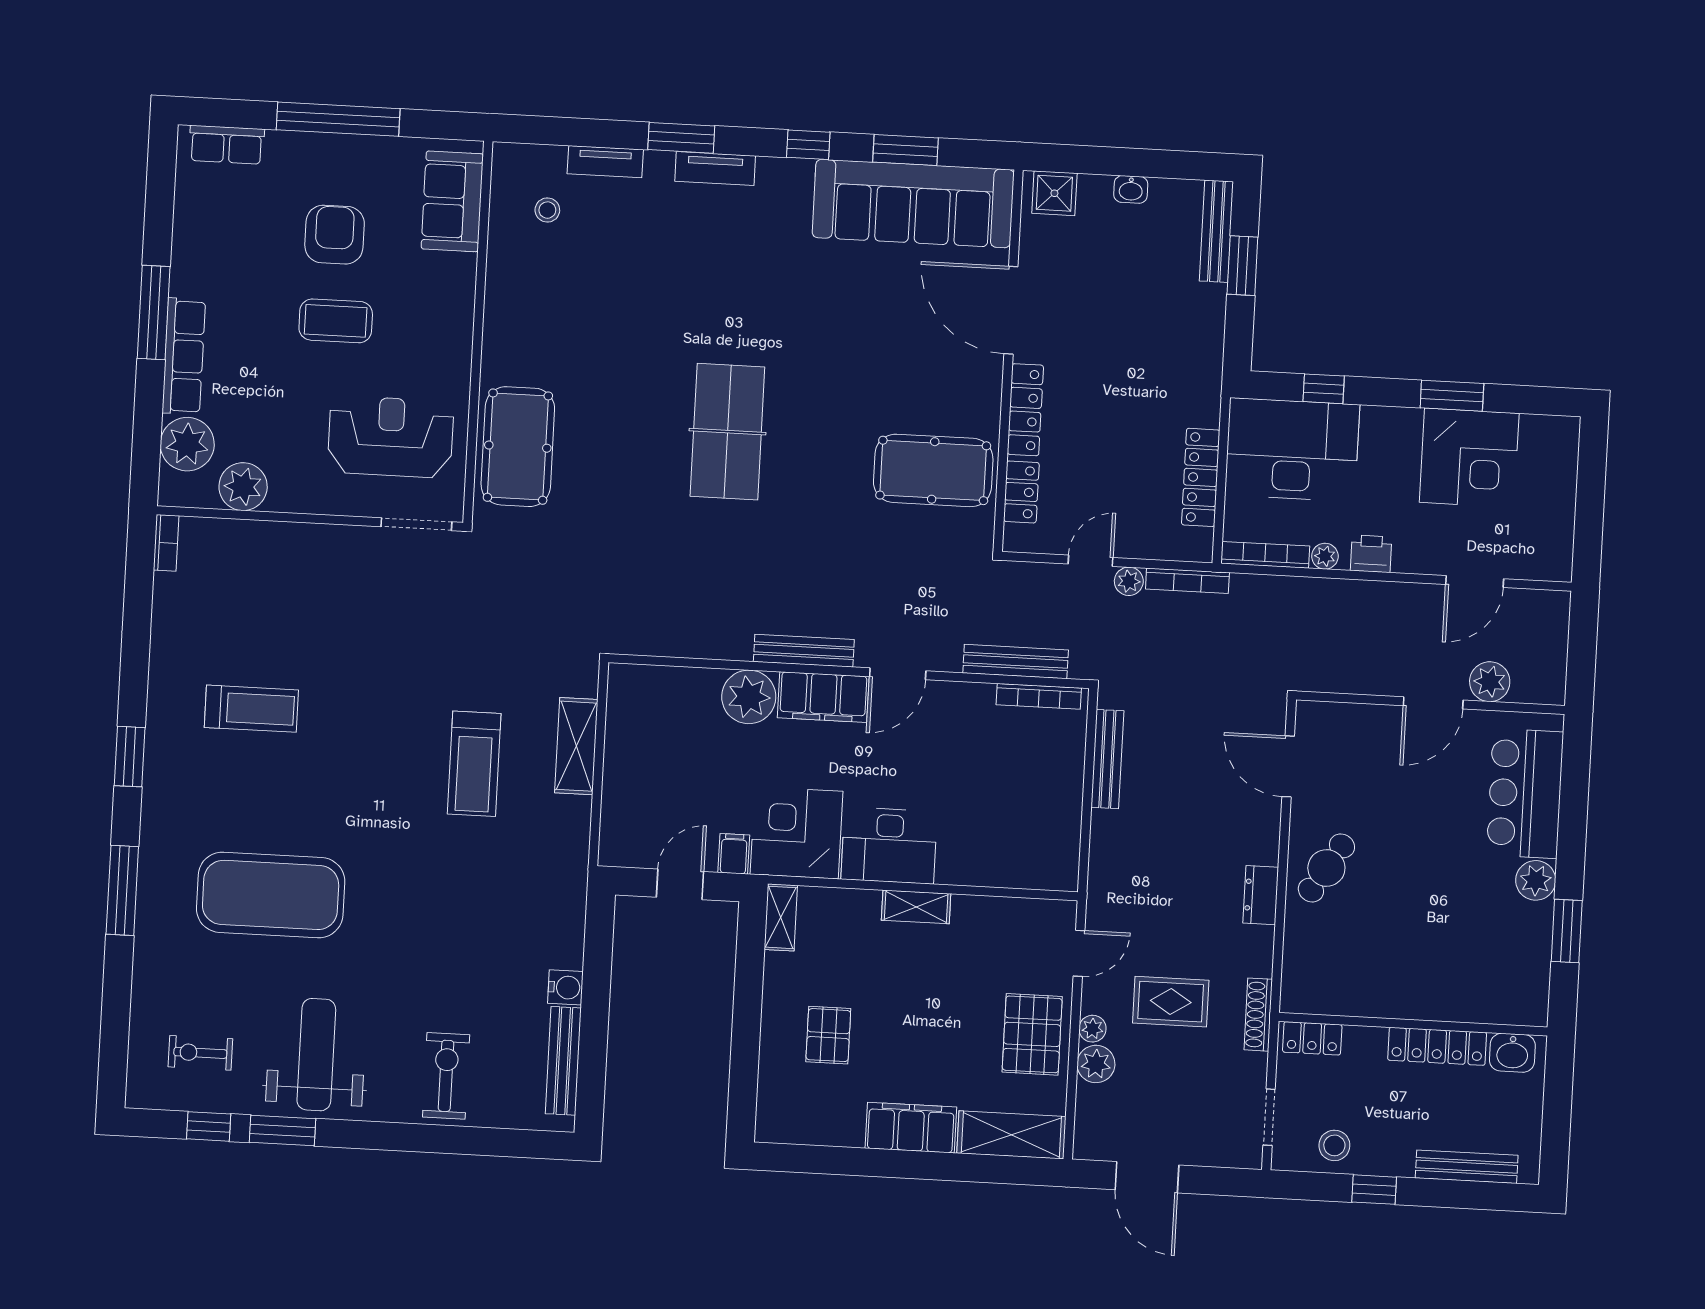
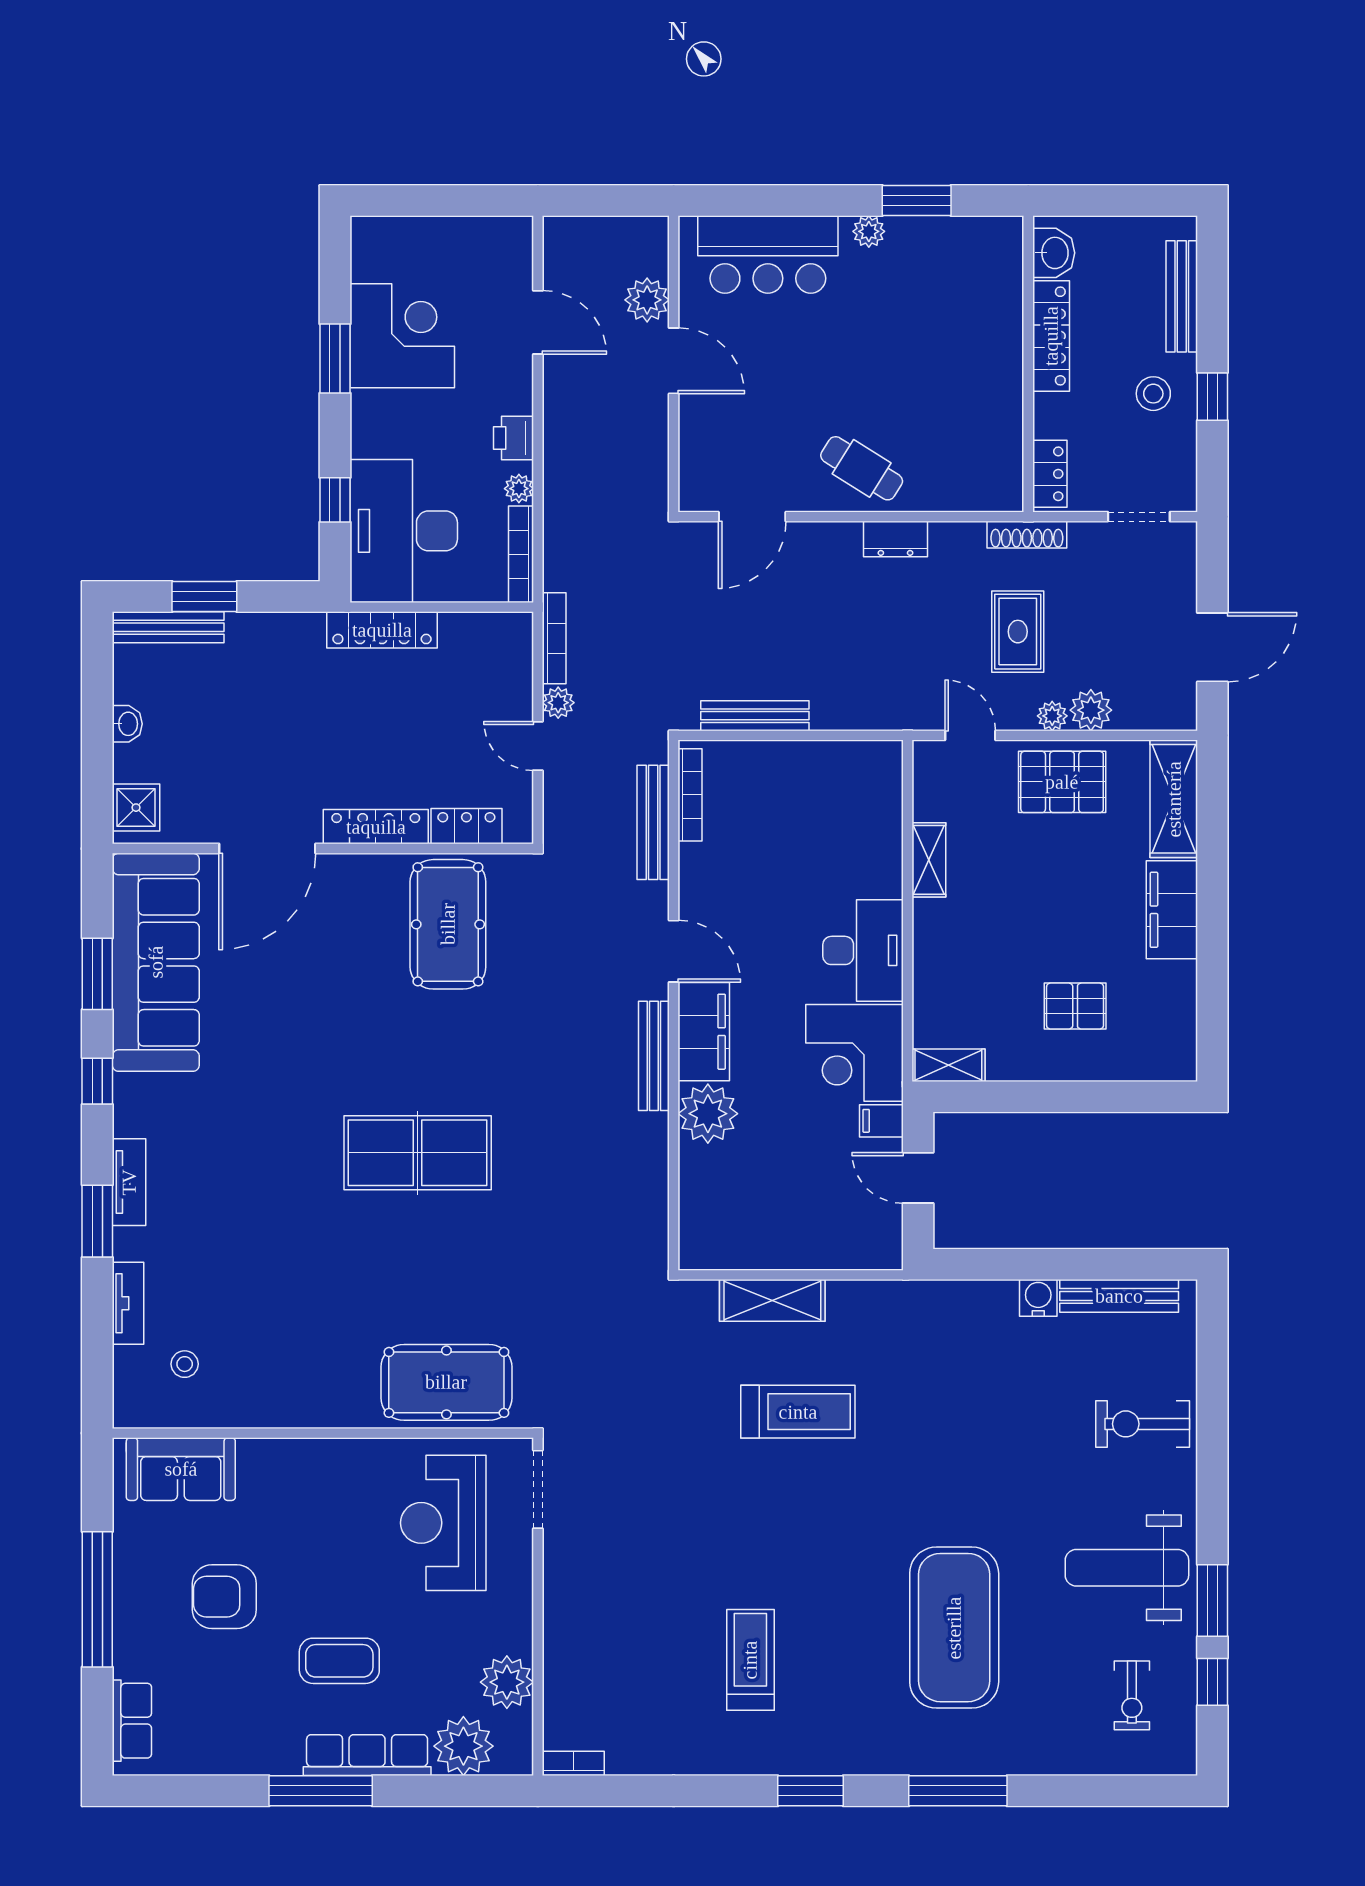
coffee table: (336, 321) -> (339, 1661), moved, turned 90
locker: (1201, 477) -> (382, 630), moved
plant: (1536, 880) -> (869, 231), width x0.73, depth x0.73
shelving: (916, 907) -> (929, 860), moved
stool: (1334, 1145) -> (1153, 394), moved

